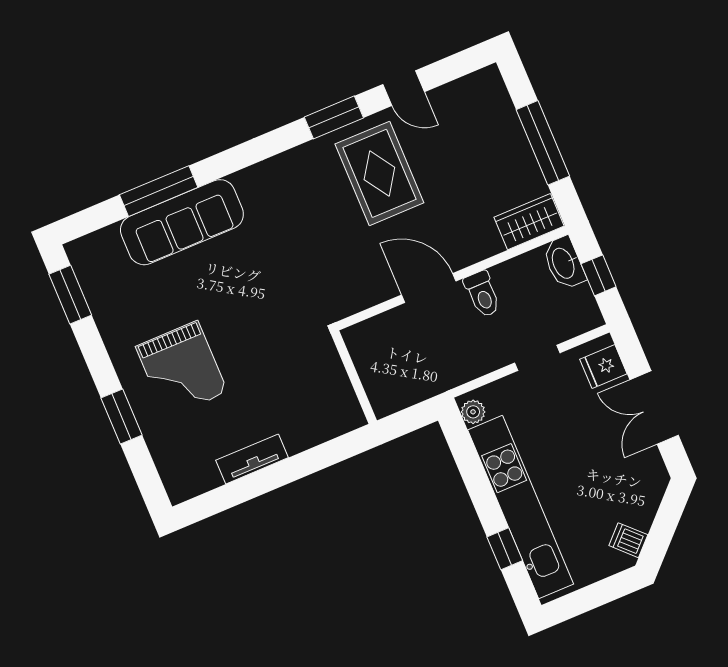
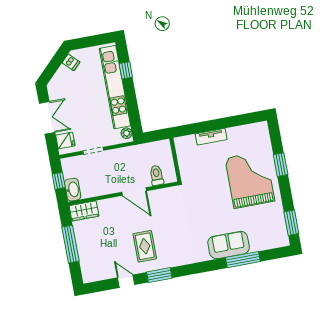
rug: (379, 173) -> (145, 246), width x0.73, depth x0.70
sofa: (182, 222) -> (229, 245), width x0.73
toilet: (482, 294) -> (157, 175), moved
grand piano: (182, 369) -> (250, 180), width x1.37, depth x1.48
tv unit: (252, 459) -> (211, 137), moved

